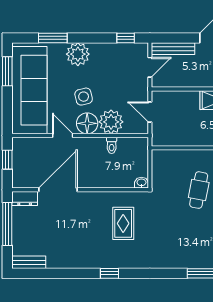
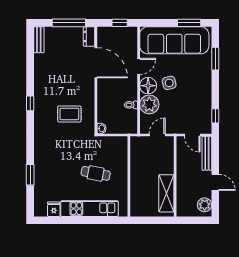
plant: (78, 54) -> (203, 78), removed

